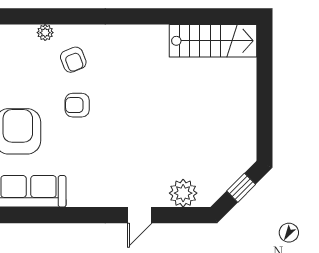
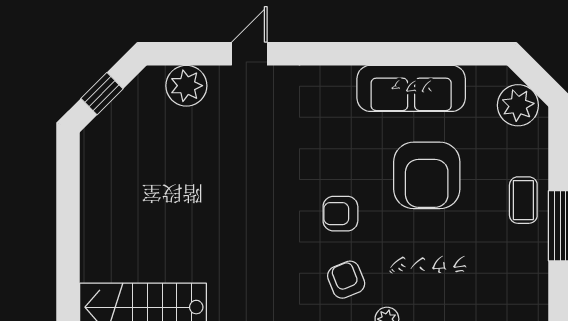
armchair: (77, 105) -> (340, 214), turned 180

